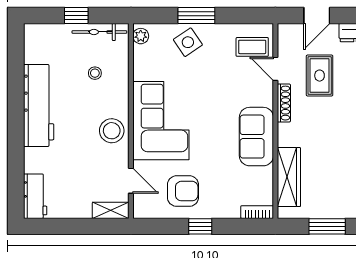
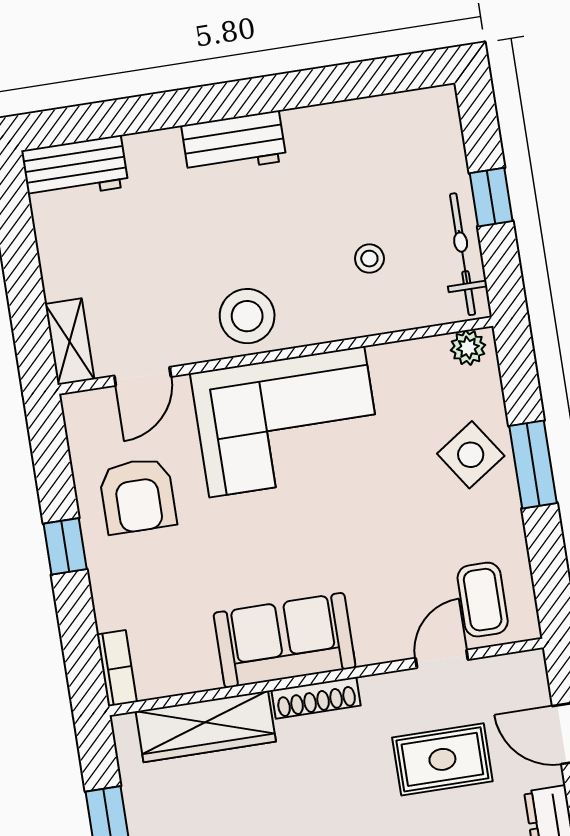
shoe rack: (284, 103) -> (316, 698), moved
workbench: (39, 105) -> (234, 143), width x0.53, depth x0.76

